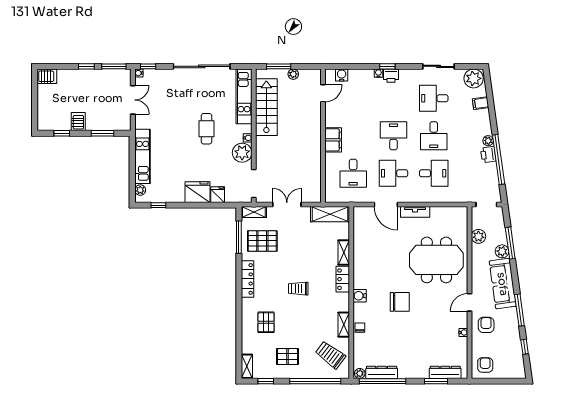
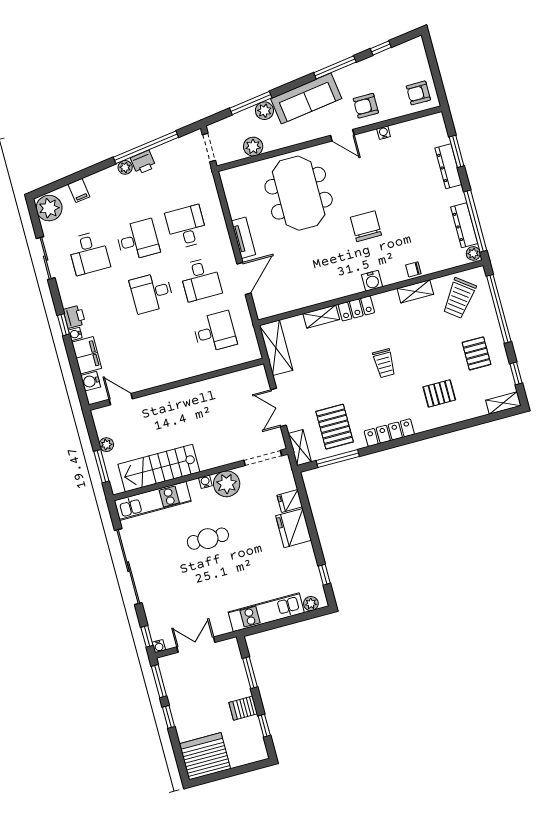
server rack: (47, 76) -> (205, 756), width x2.18, depth x1.44
filing cabinet: (333, 140) -> (87, 355), moved, turned 90
dresser: (445, 372) -> (448, 166), moved

